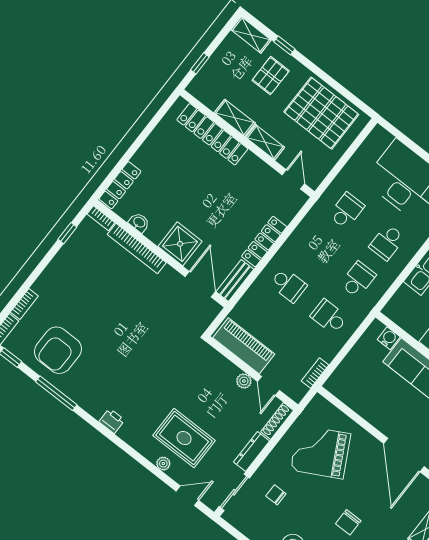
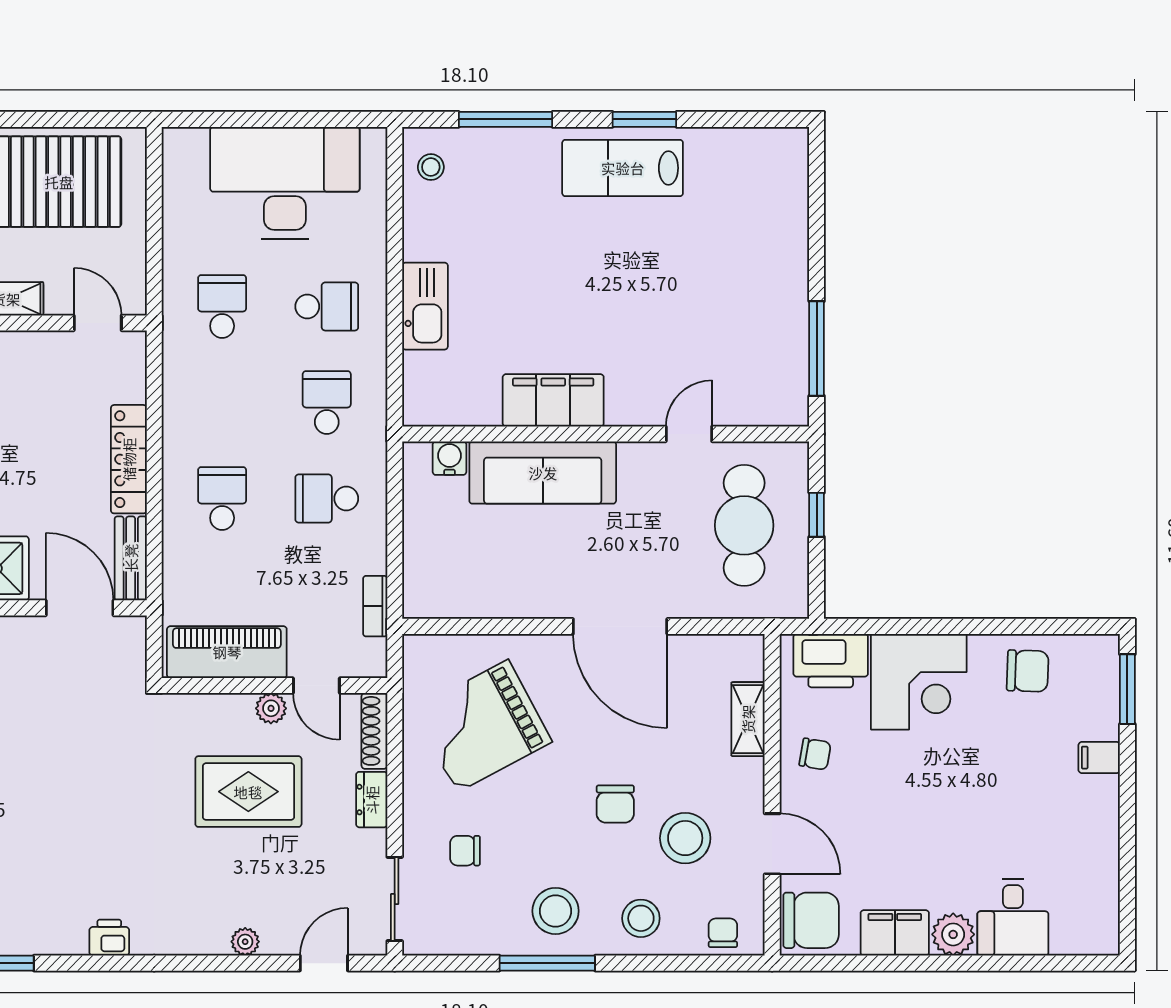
school desk: (387, 242) -> (327, 306), turned -90
school desk: (288, 285) -> (222, 498), turned -90
rug: (184, 438) -> (248, 792), moved
dresser: (252, 451) -> (372, 800), width x0.70

